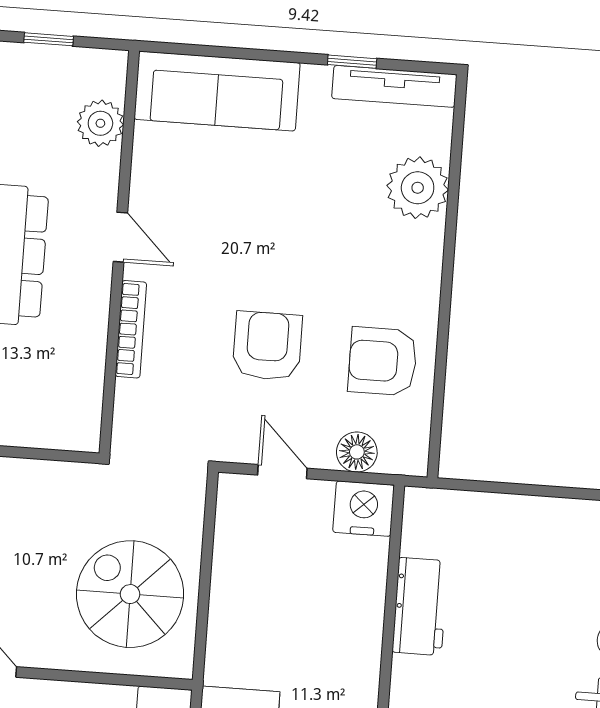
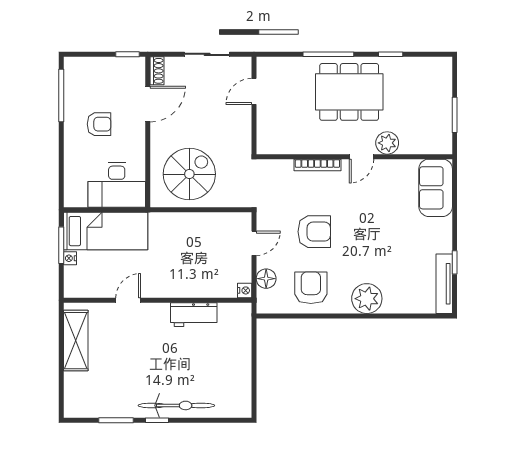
window: (49, 39) -> (455, 115), width x1.50
sofa: (217, 91) -> (436, 188), width x0.73
plant: (100, 123) -> (387, 143), moved
plant: (418, 188) -> (367, 299), moved
nightstand: (364, 509) -> (245, 290), width x0.53, depth x0.56

